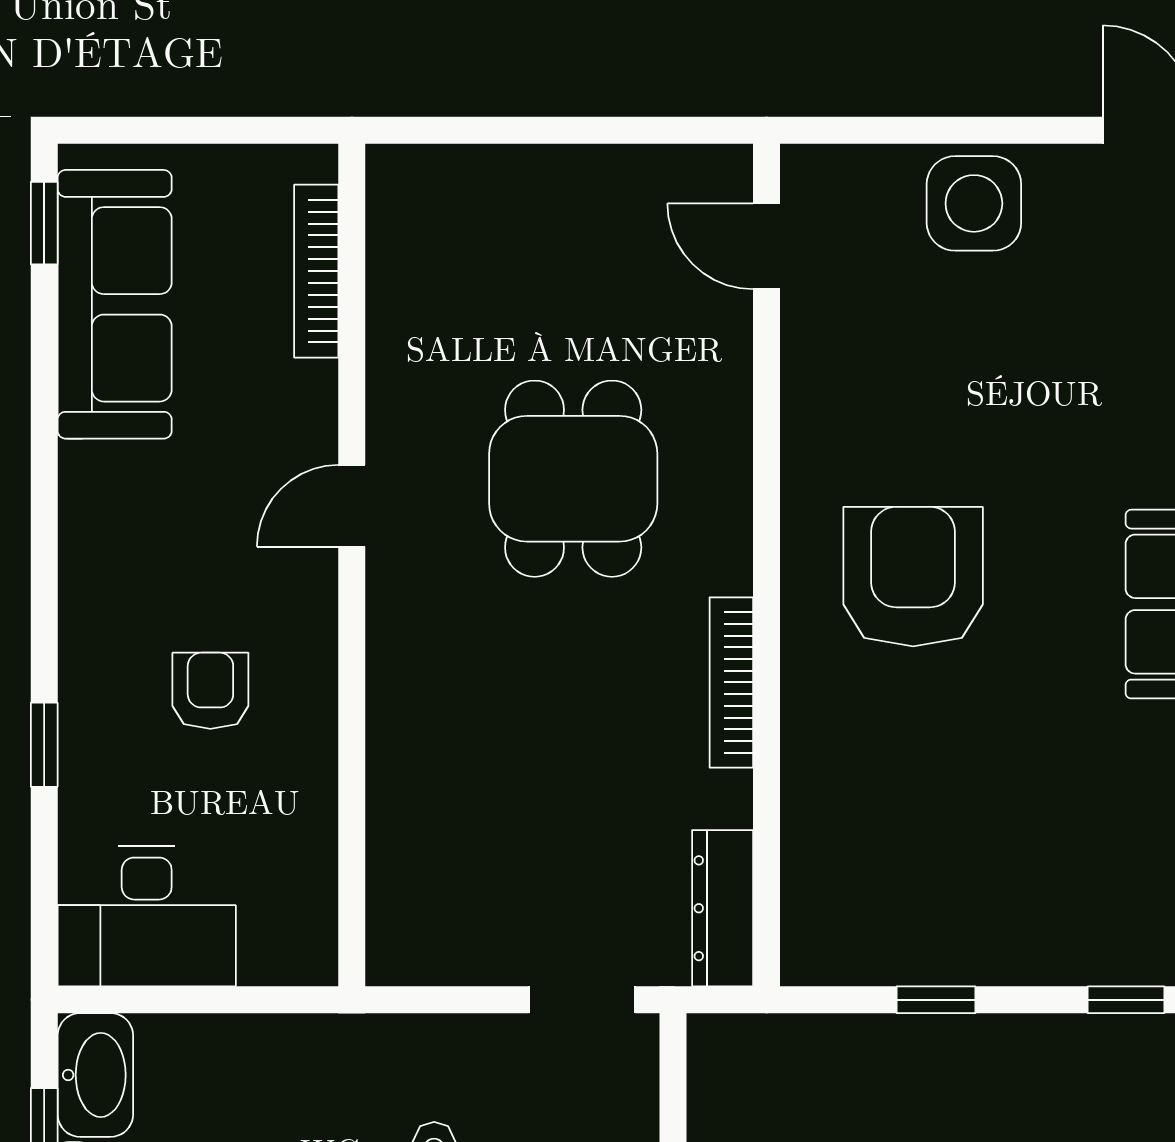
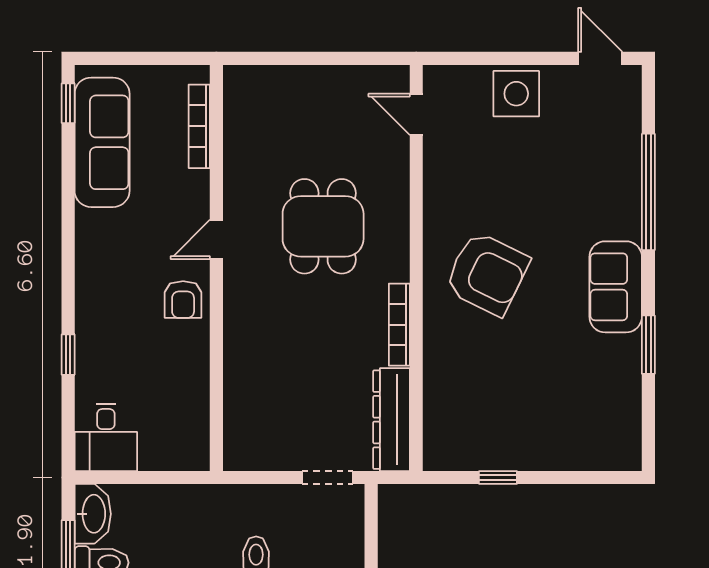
armchair: (913, 577) -> (487, 274), turned 116
armchair: (210, 691) -> (183, 300), moved, turned 180
dresser: (723, 908) -> (391, 420), width x1.37, depth x1.24
desk: (147, 916) -> (106, 437), width x0.73
window: (1126, 1000) -> (590, 477), removed

